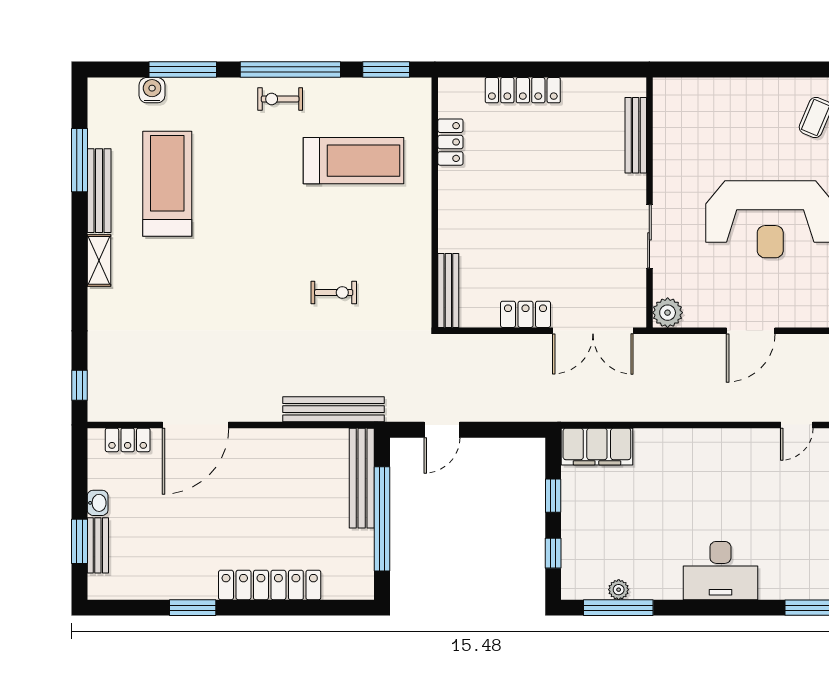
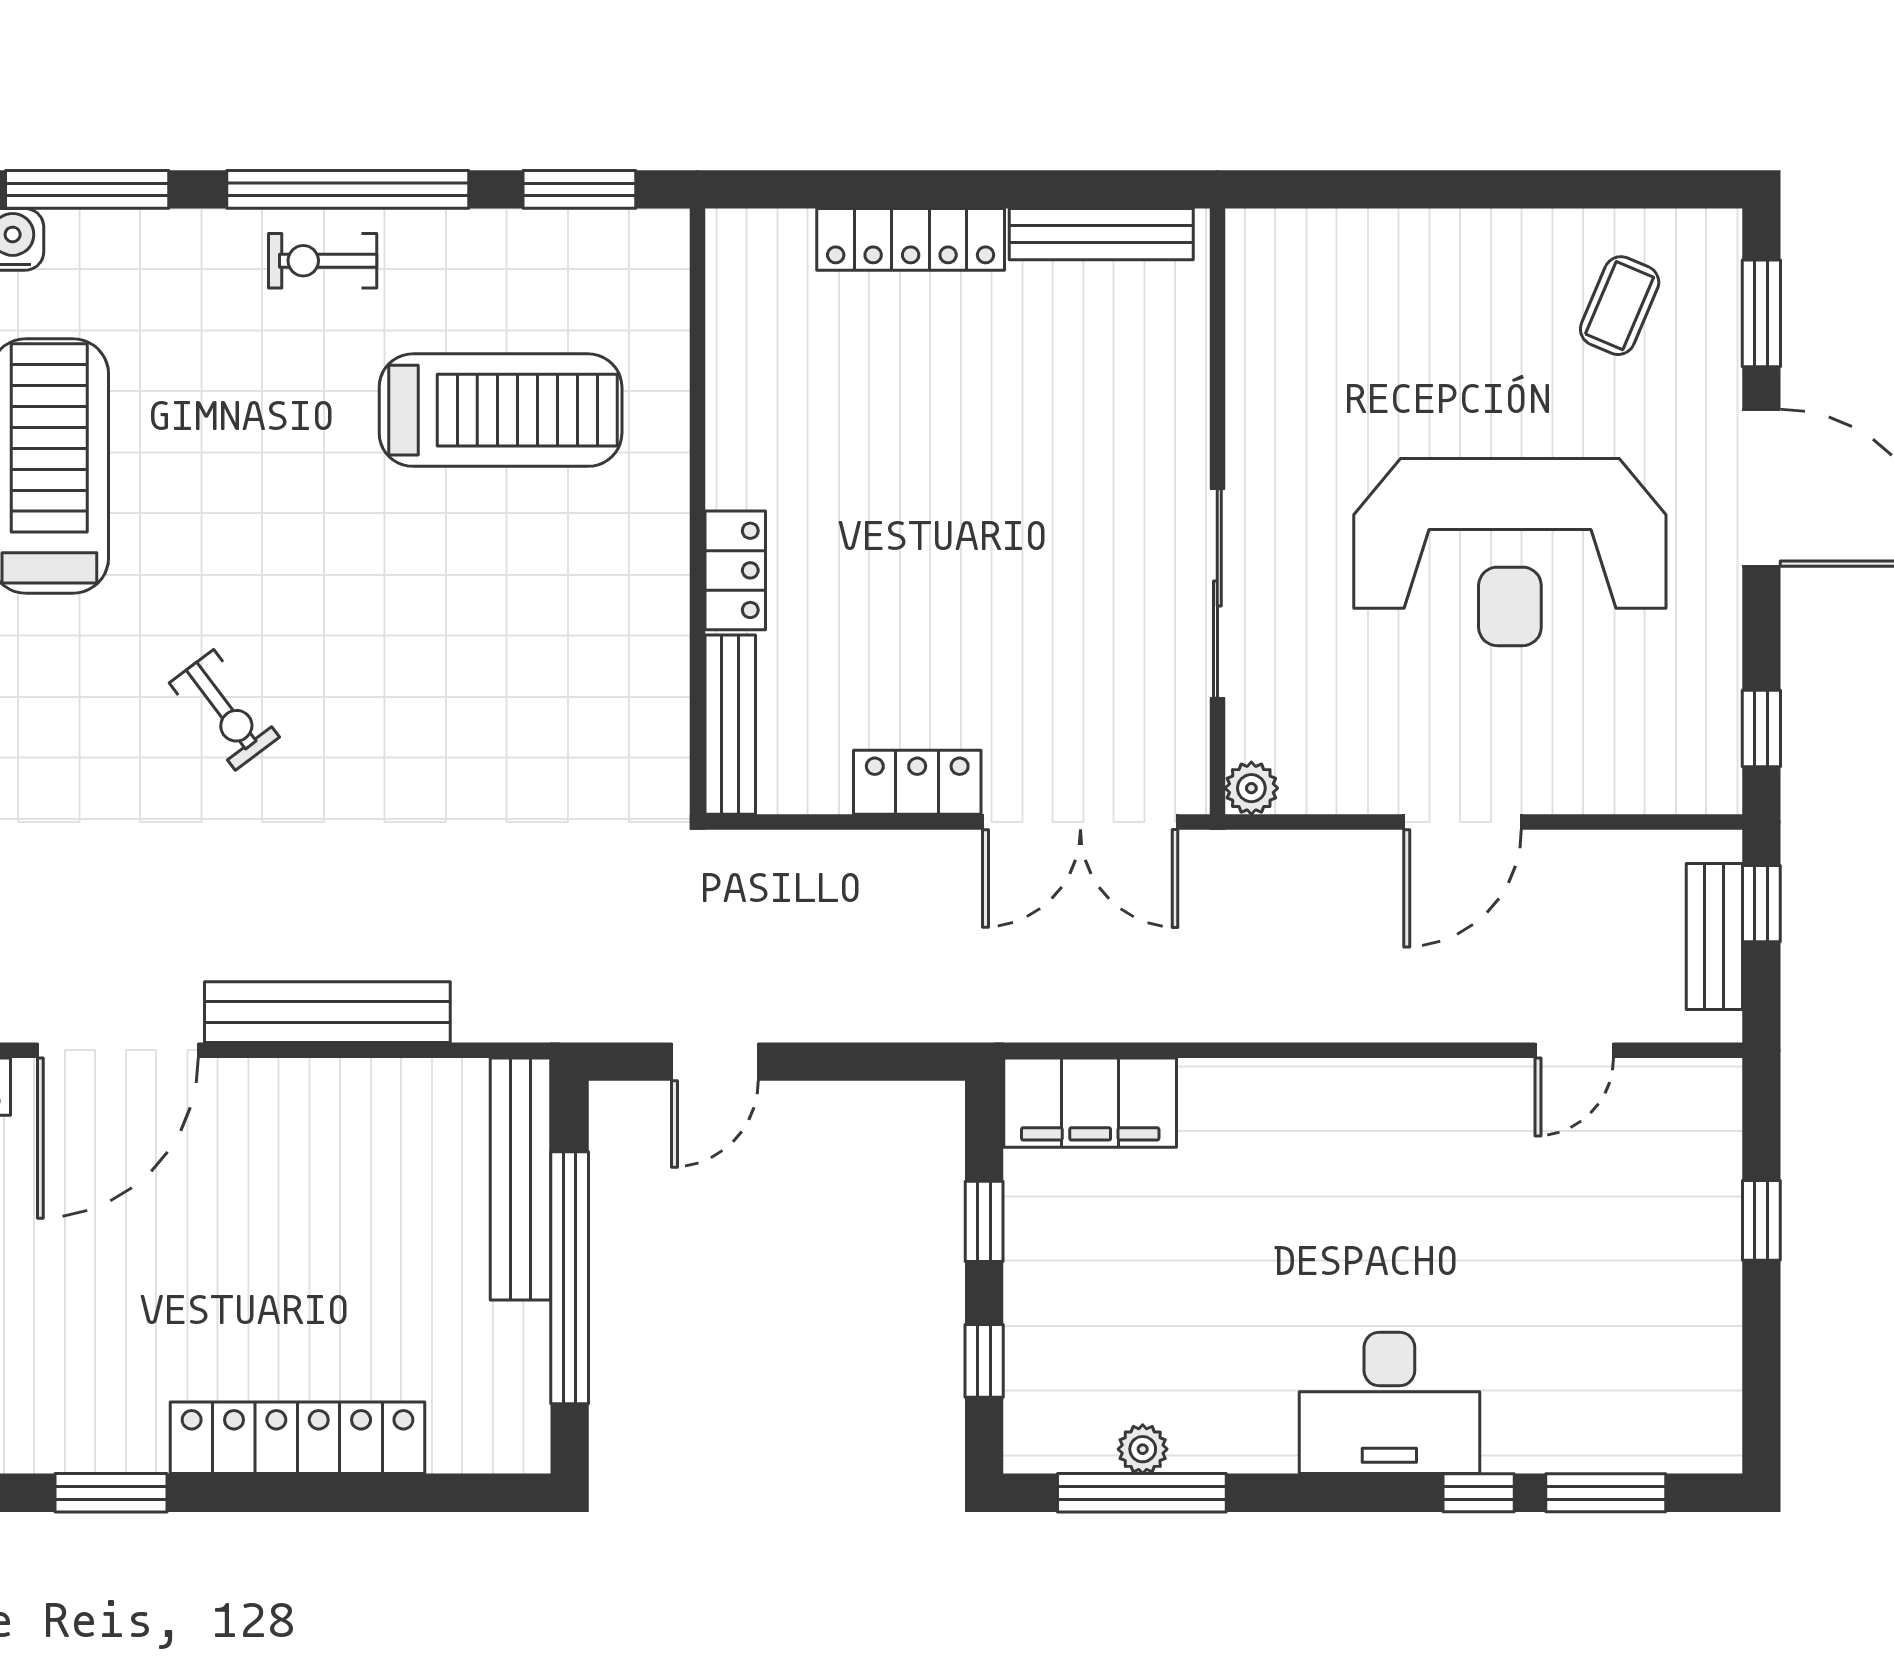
bench: (636, 135) -> (1101, 234), moved, turned 90
locker: (450, 142) -> (735, 570), moved
sliding door: (649, 236) -> (1217, 594), width x1.37
exercise bike: (334, 293) -> (224, 710), moved, turned 53
plant: (668, 313) -> (1251, 788), width x0.73, depth x0.73
bench: (334, 409) -> (327, 1012), moved
window: (757, 608) -> (1479, 1493), added

